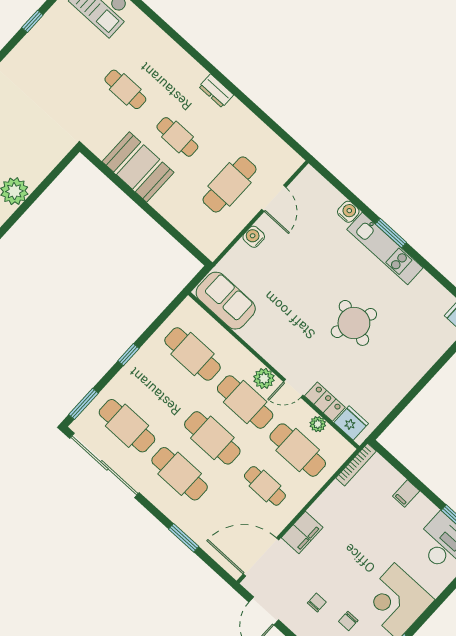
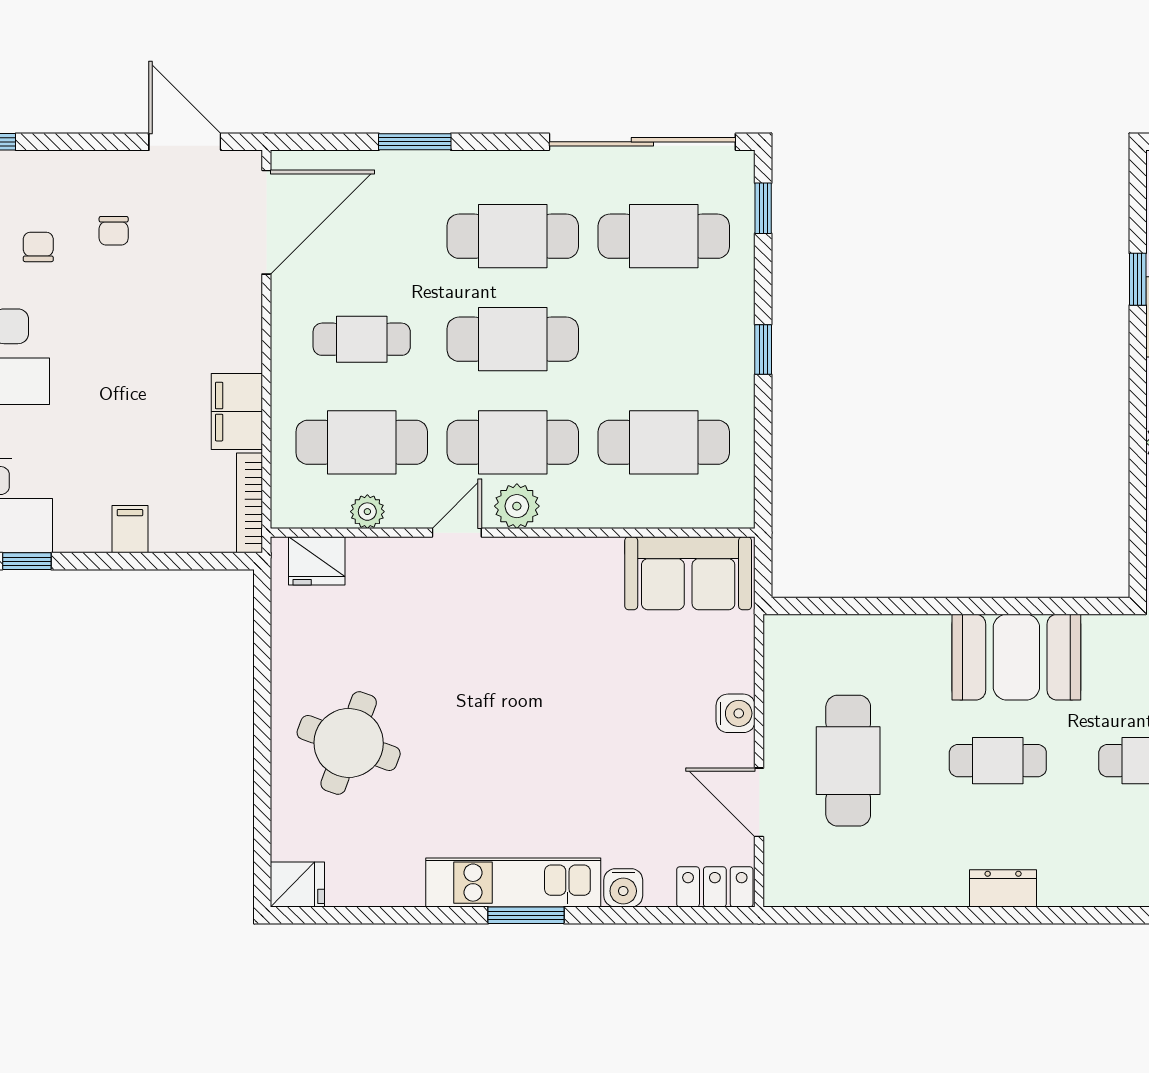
round table: (354, 323) -> (349, 743), moved
locker: (325, 402) -> (715, 887), moved, turned 180
window: (83, 404) -> (763, 208), width x0.67
filing cabinet: (302, 533) -> (237, 412), moved

